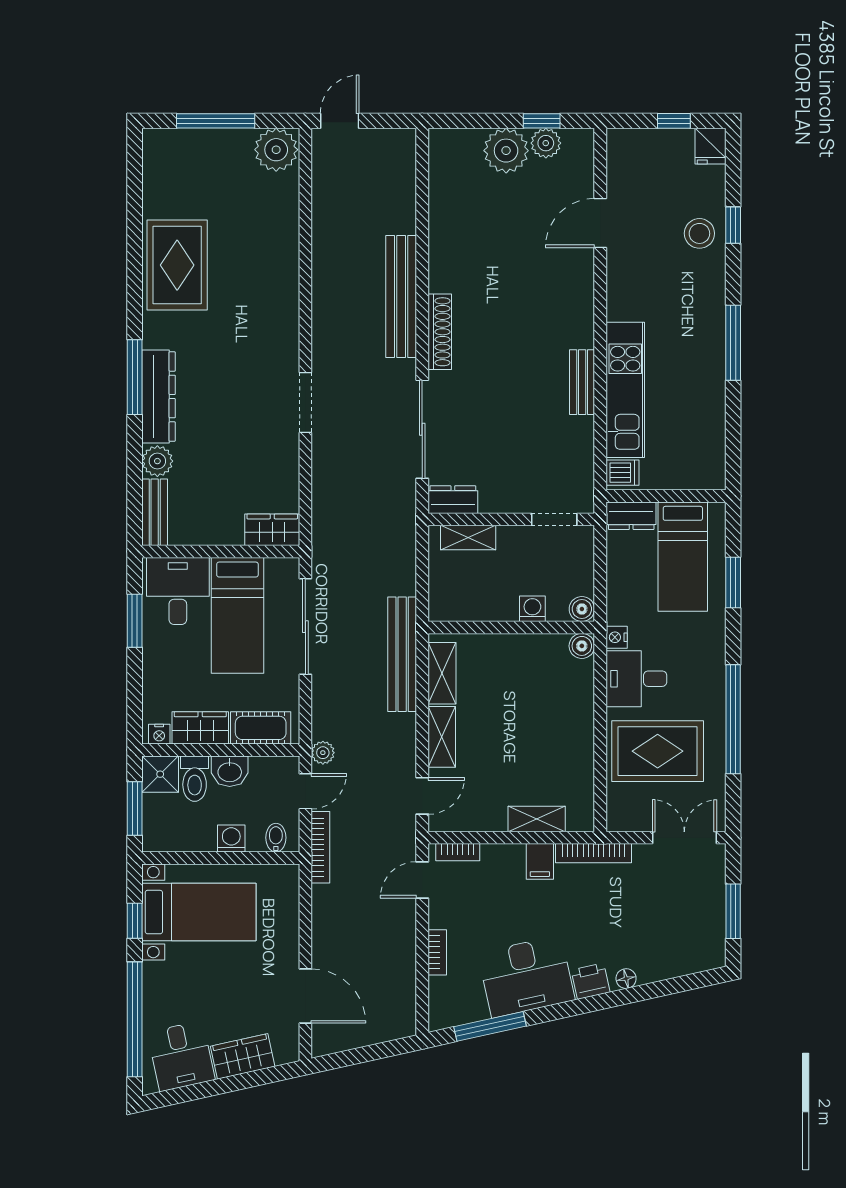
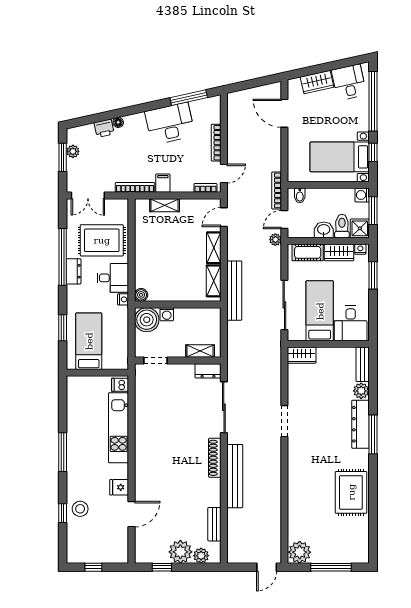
plant: (546, 143) -> (201, 556), moved
fridge: (710, 146) -> (119, 487), moved, turned -90
bench: (582, 382) -> (214, 524), moved
dresser: (631, 516) -> (74, 271), moved, turned 90
boiler: (582, 609) -> (147, 320), width x1.86, depth x1.86
window: (135, 621) -> (373, 275), moved
washing machine: (231, 839) -> (362, 195), moved, turned 90
plant: (713, 923) -> (73, 151), added
bookcase: (437, 952) -> (216, 143), width x1.56
printer: (591, 981) -> (104, 128), moved

